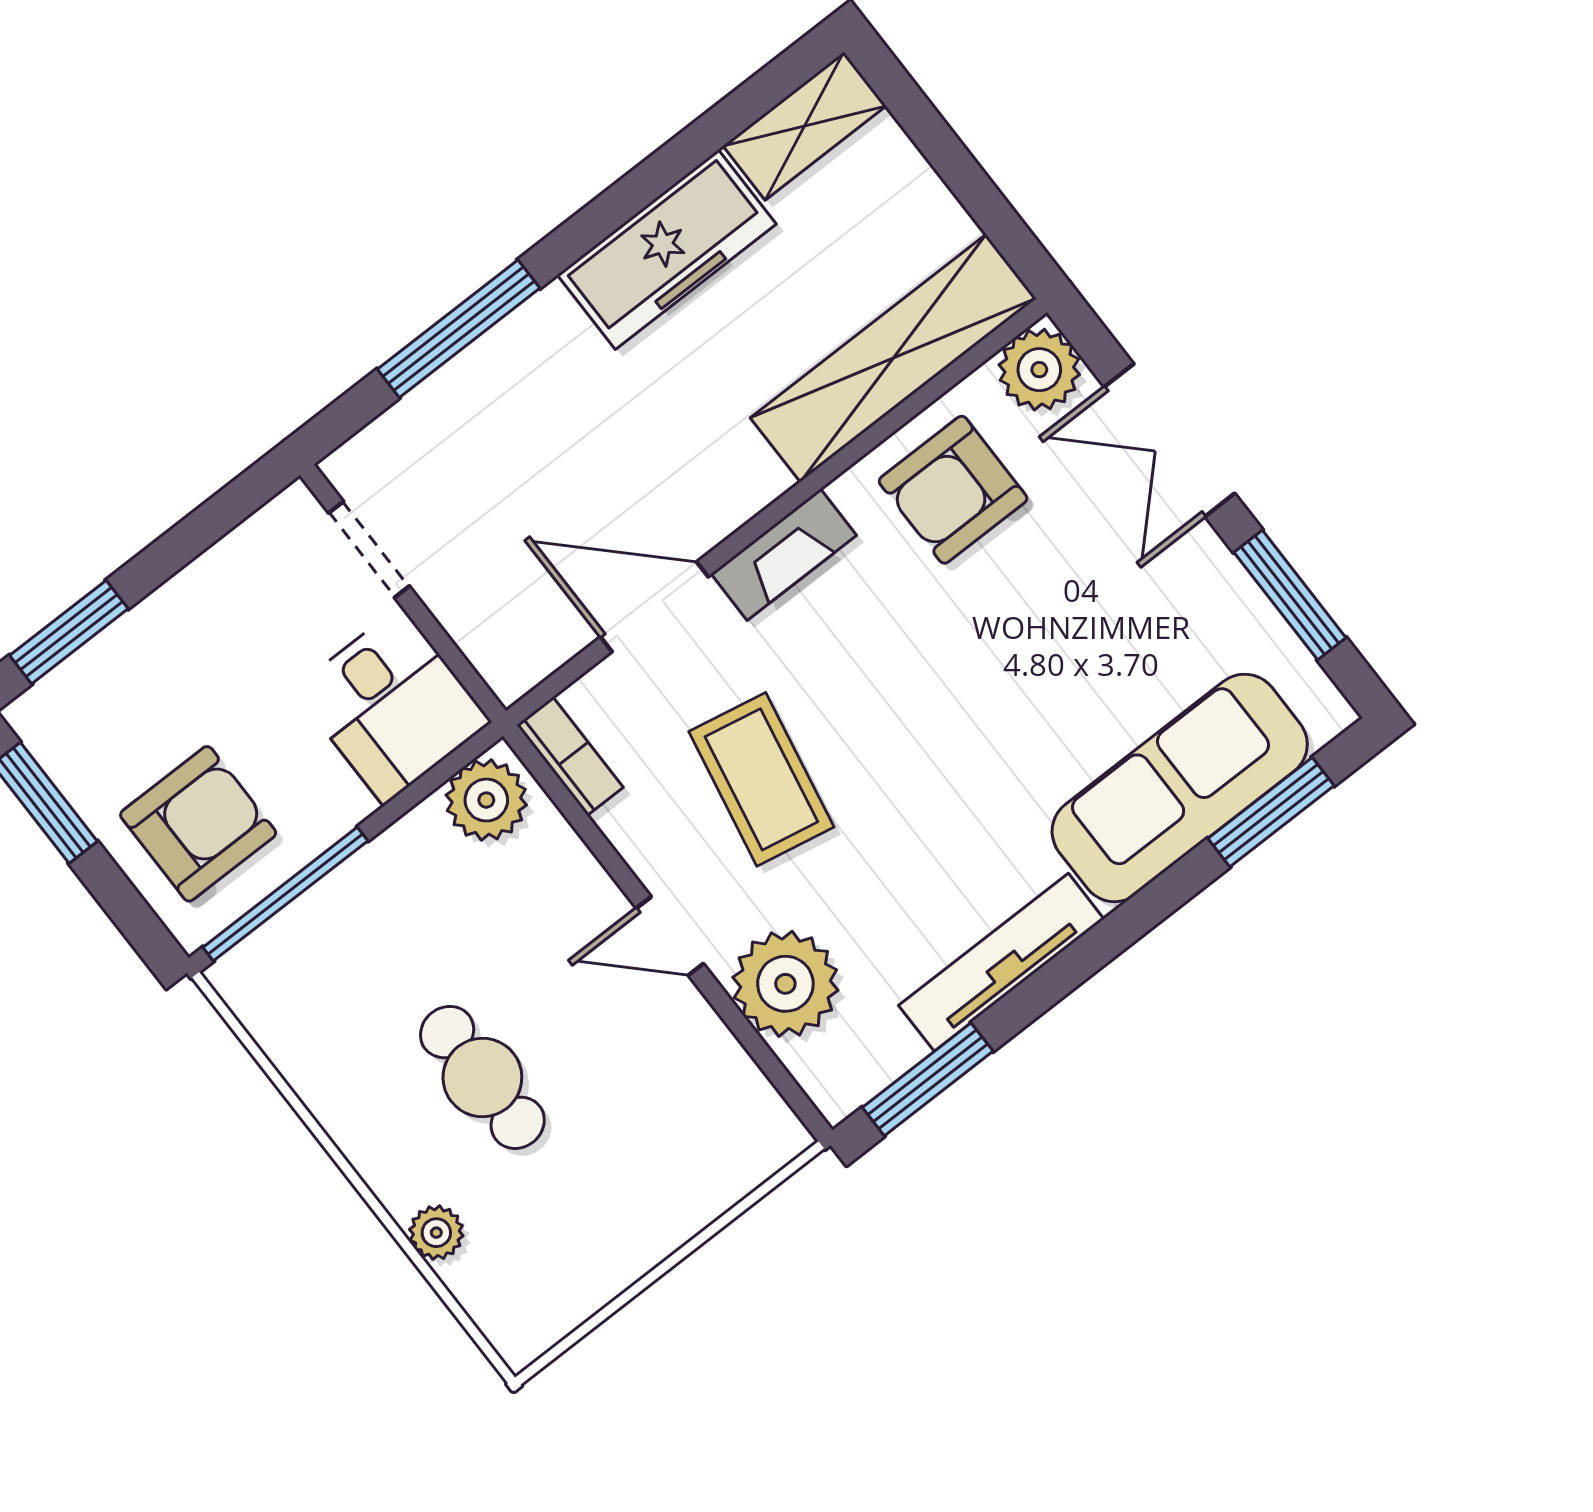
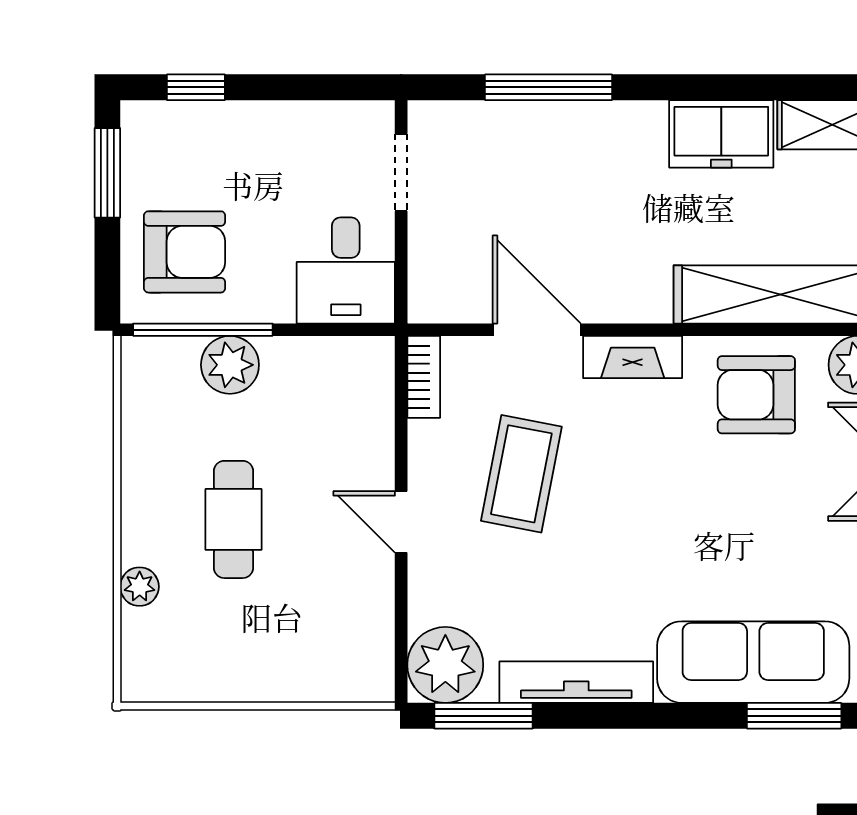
freezer: (667, 249) -> (721, 134), width x0.71
window: (69, 632) -> (196, 87), width x0.67
plant: (486, 800) -> (230, 365), moved
plant: (785, 984) -> (445, 665), moved

